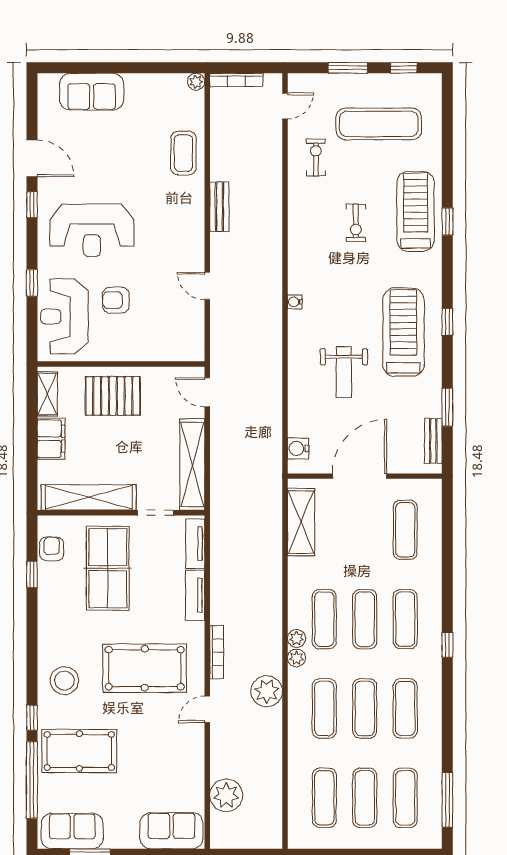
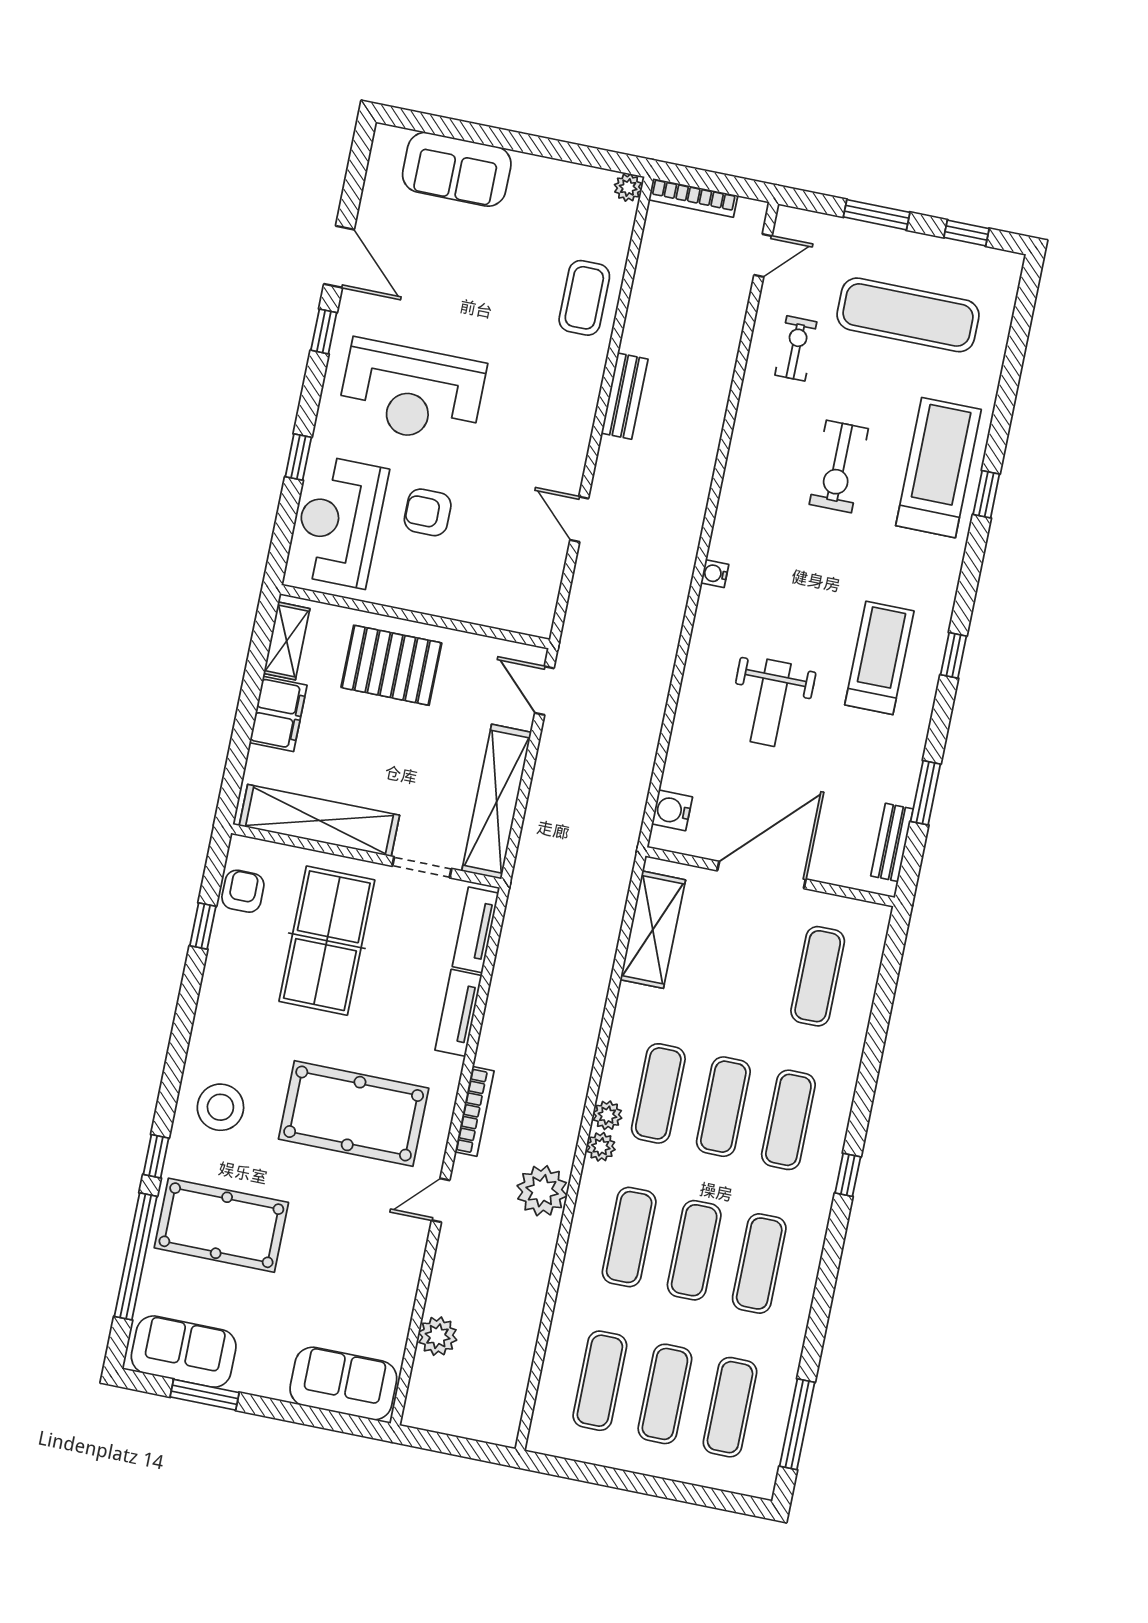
exercise bike: (356, 223) -> (839, 467), width x1.38, depth x1.39
treadmill: (403, 332) -> (879, 658), width x0.73, depth x0.73
plant: (226, 795) -> (438, 1336), width x0.73, depth x0.73

